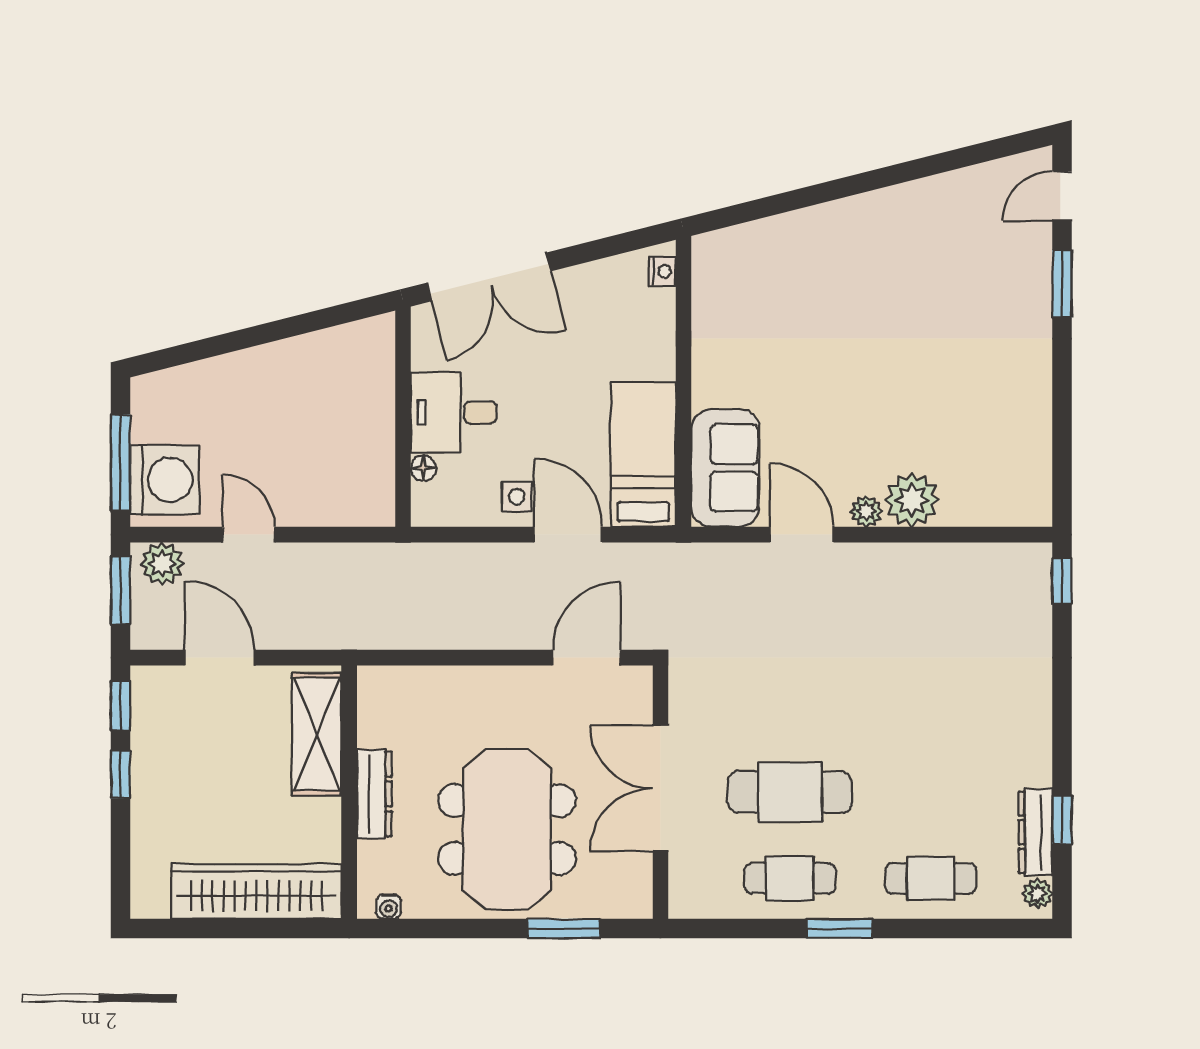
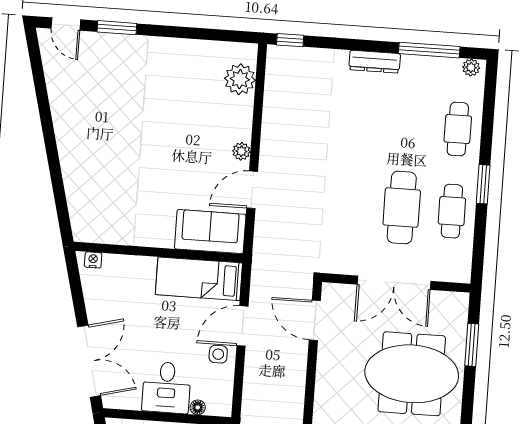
plant: (912, 500) -> (240, 79), moved
window: (1062, 820) -> (429, 50), width x2.17
dresser: (1036, 832) -> (375, 62), moved

